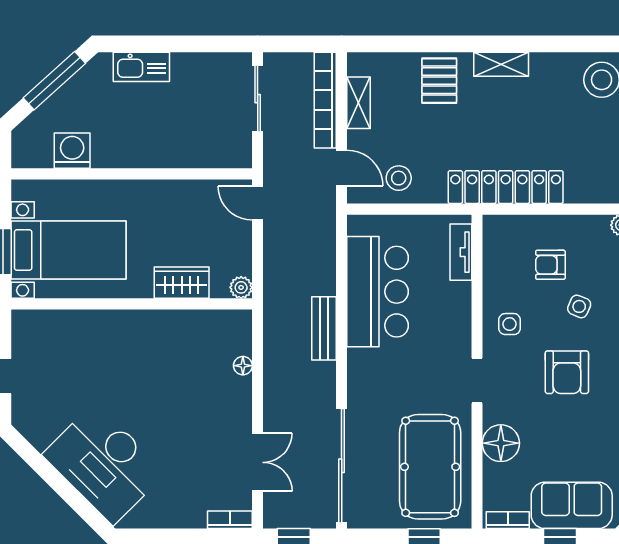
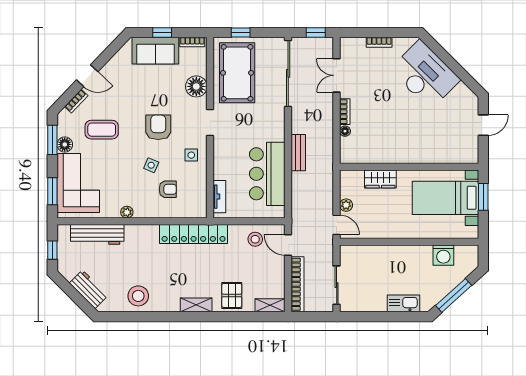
shelving: (359, 103) -> (270, 305), moved, turned 90
plant: (241, 287) -> (346, 205), moved
bookcase: (243, 399) -> (345, 112), added
bookcase: (230, 520) -> (379, 42), moved

